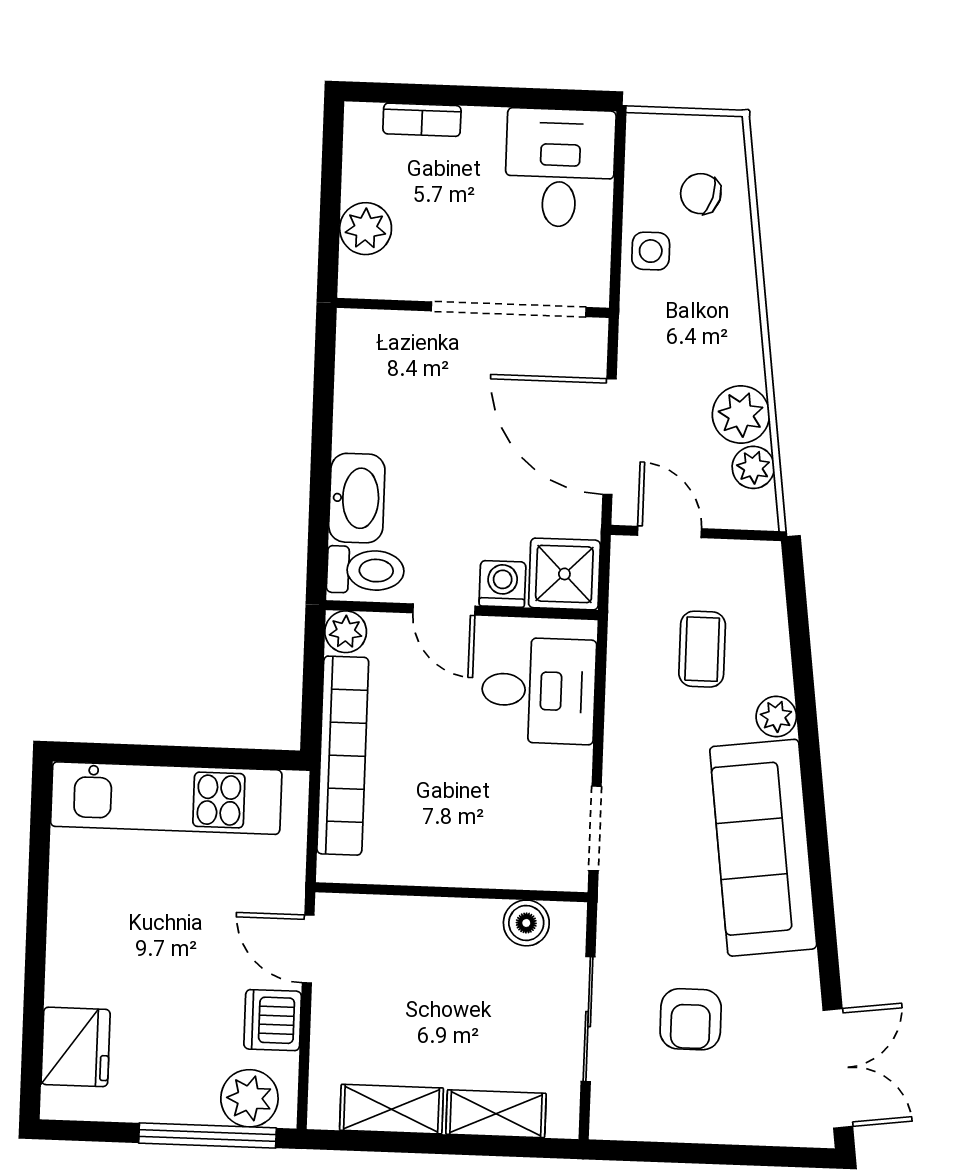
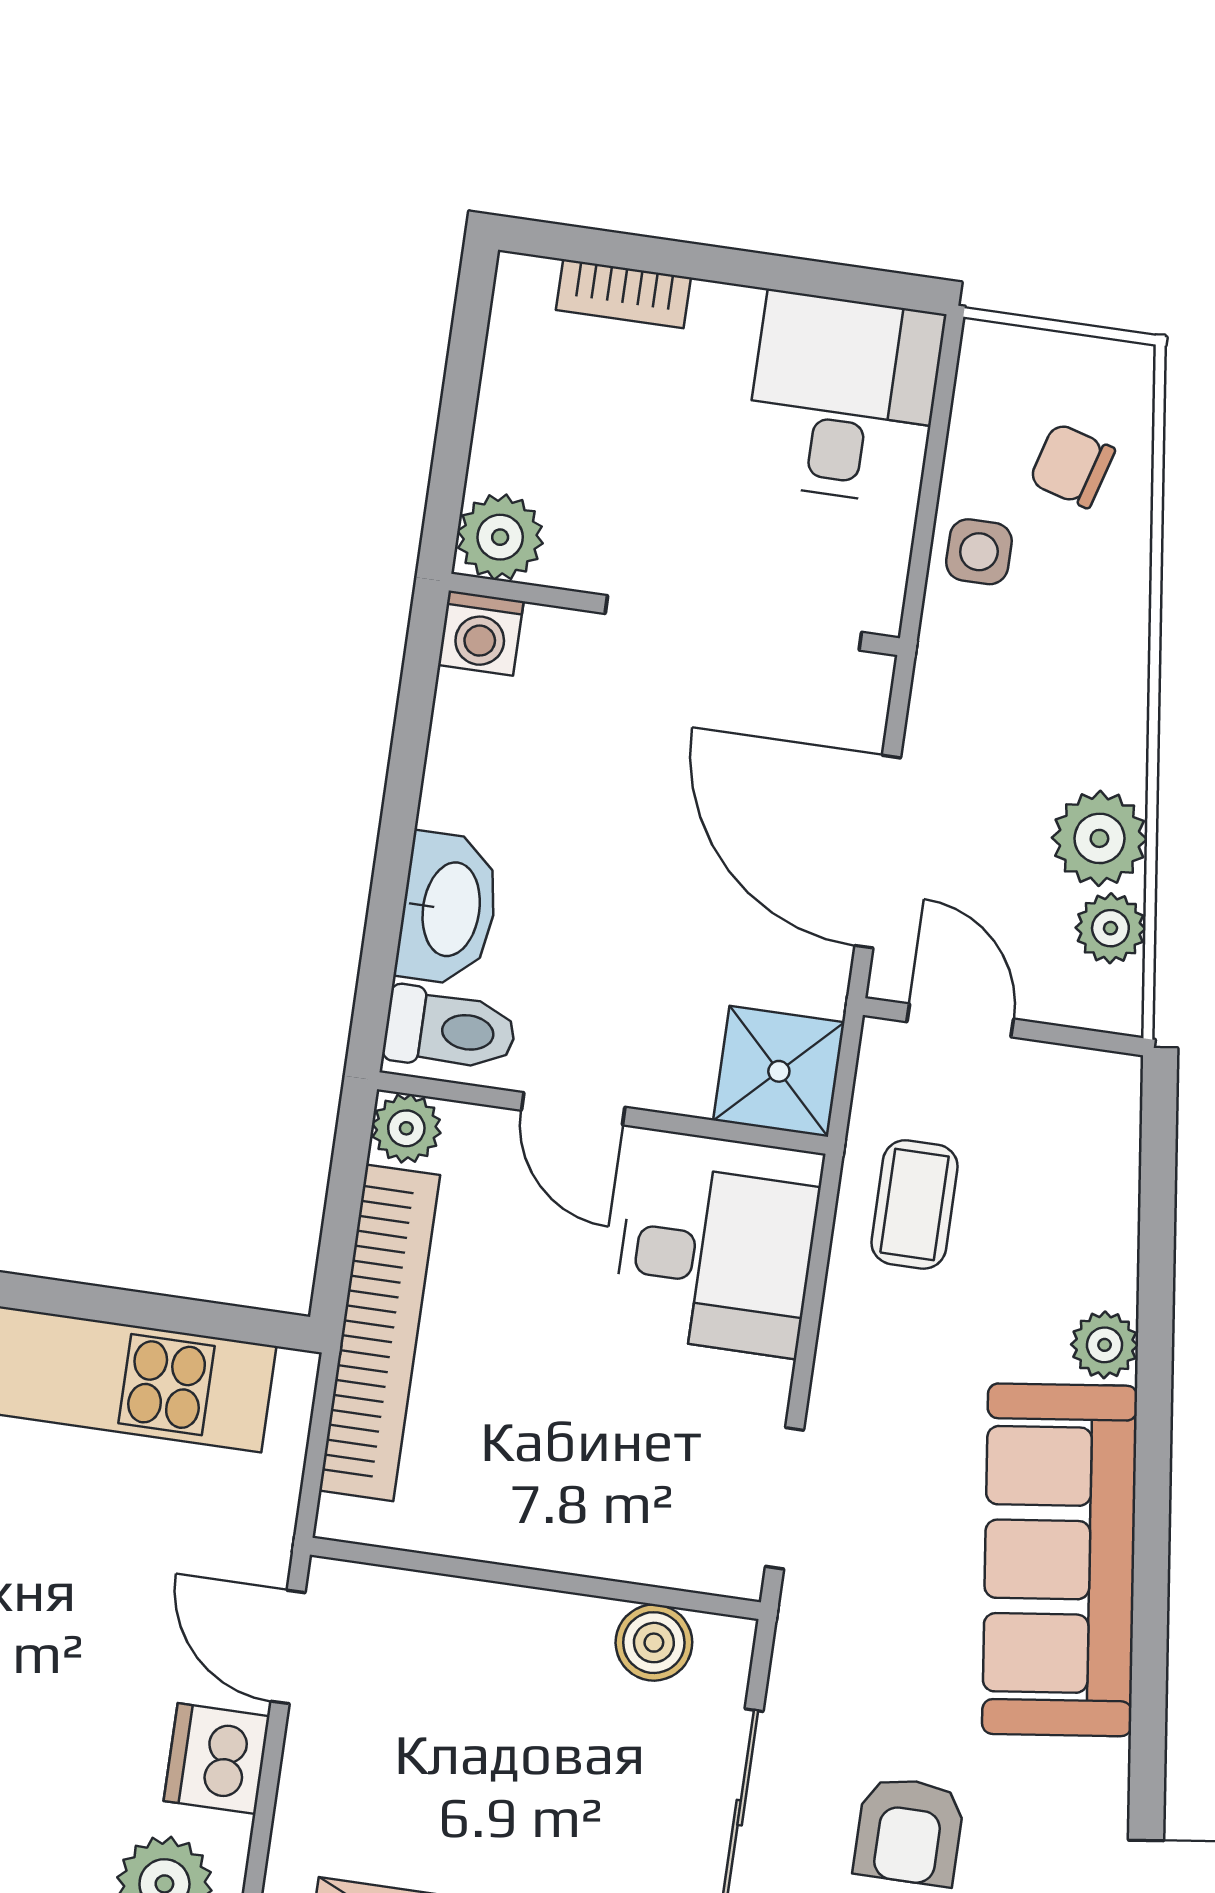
plant: (366, 229) -> (500, 537), moved
washing machine: (502, 584) -> (481, 633), moved, turned 180
coffee table: (702, 649) -> (914, 1204), moved

